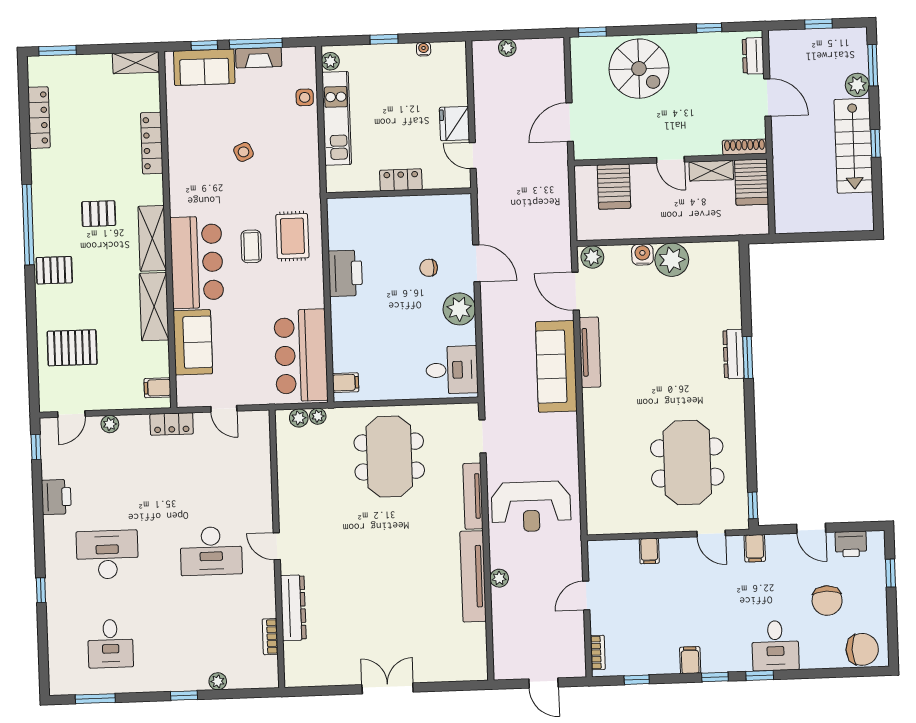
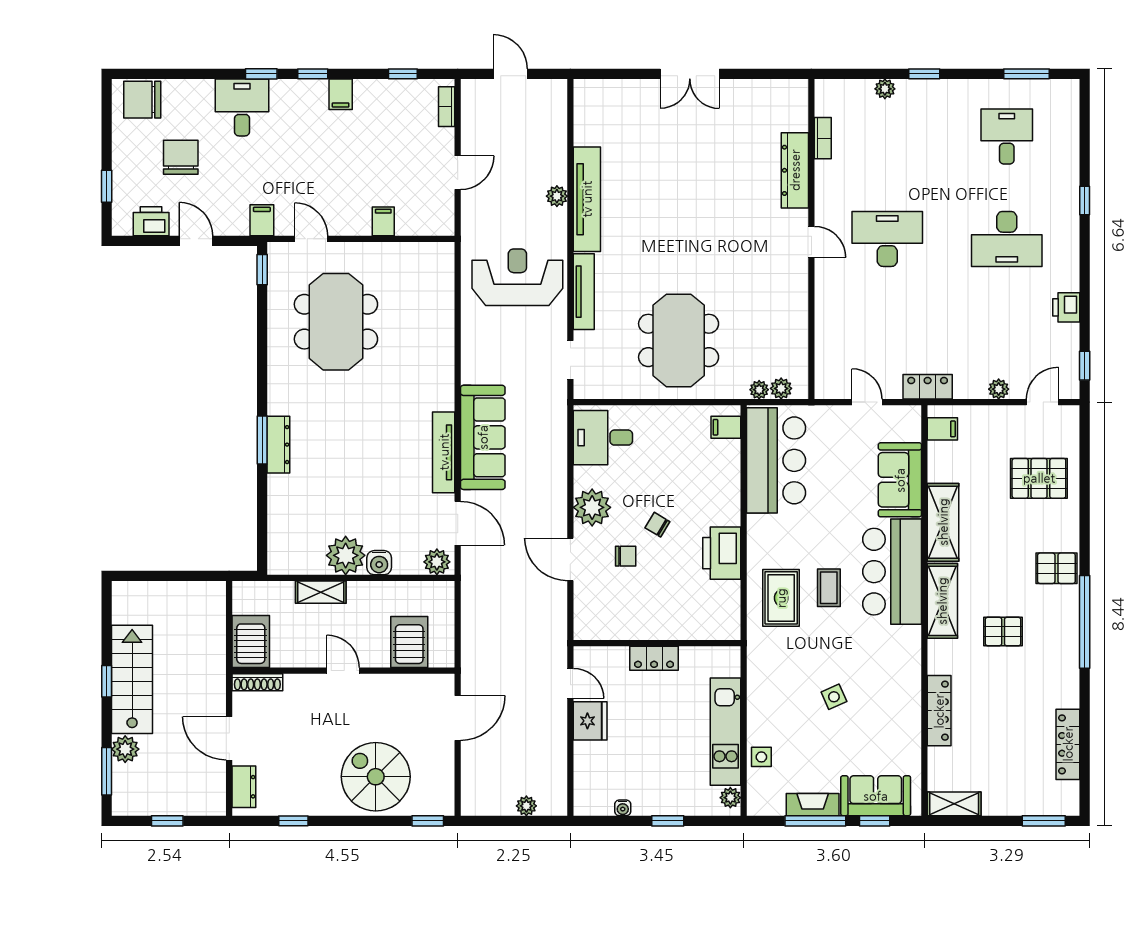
shelving: (711, 171) -> (321, 592), moved
chair: (402, 296) -> (657, 525), added
printer: (56, 497) -> (1066, 307), width x0.73, depth x0.81

